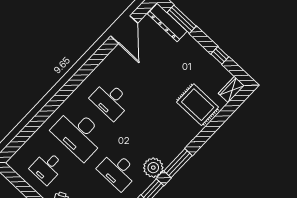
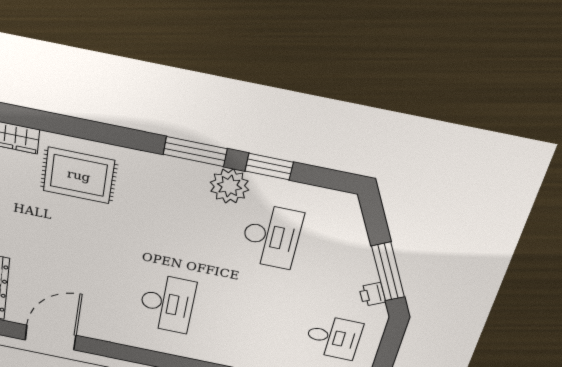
rug: (198, 105) -> (79, 175), turned 90
desk: (79, 134) -> (250, 320), removed

